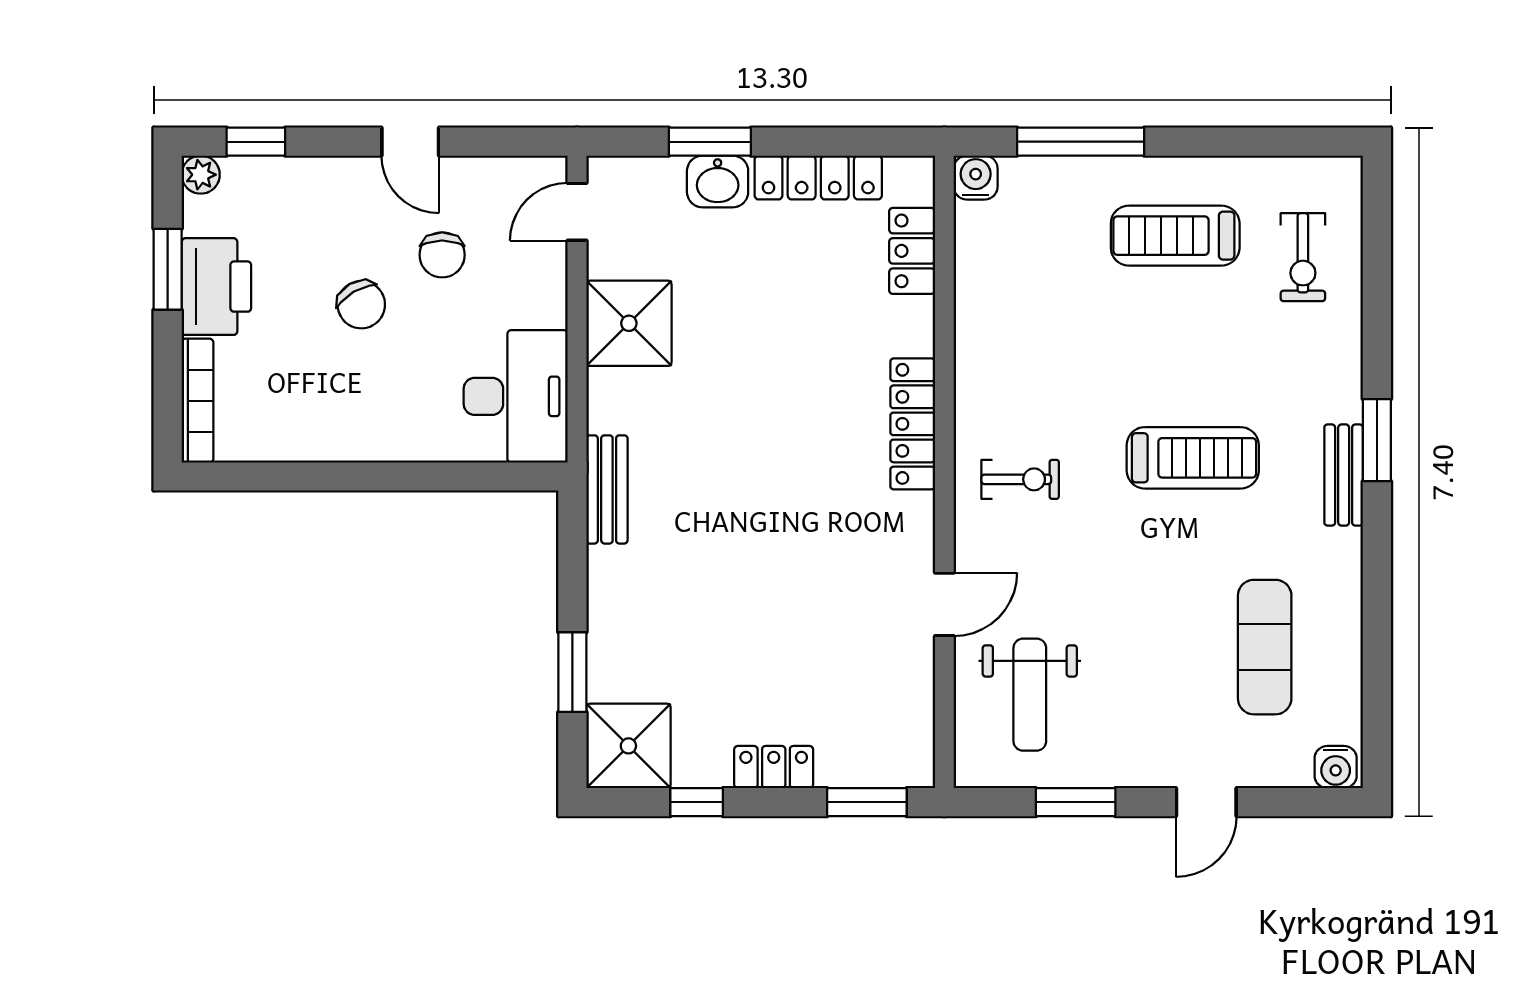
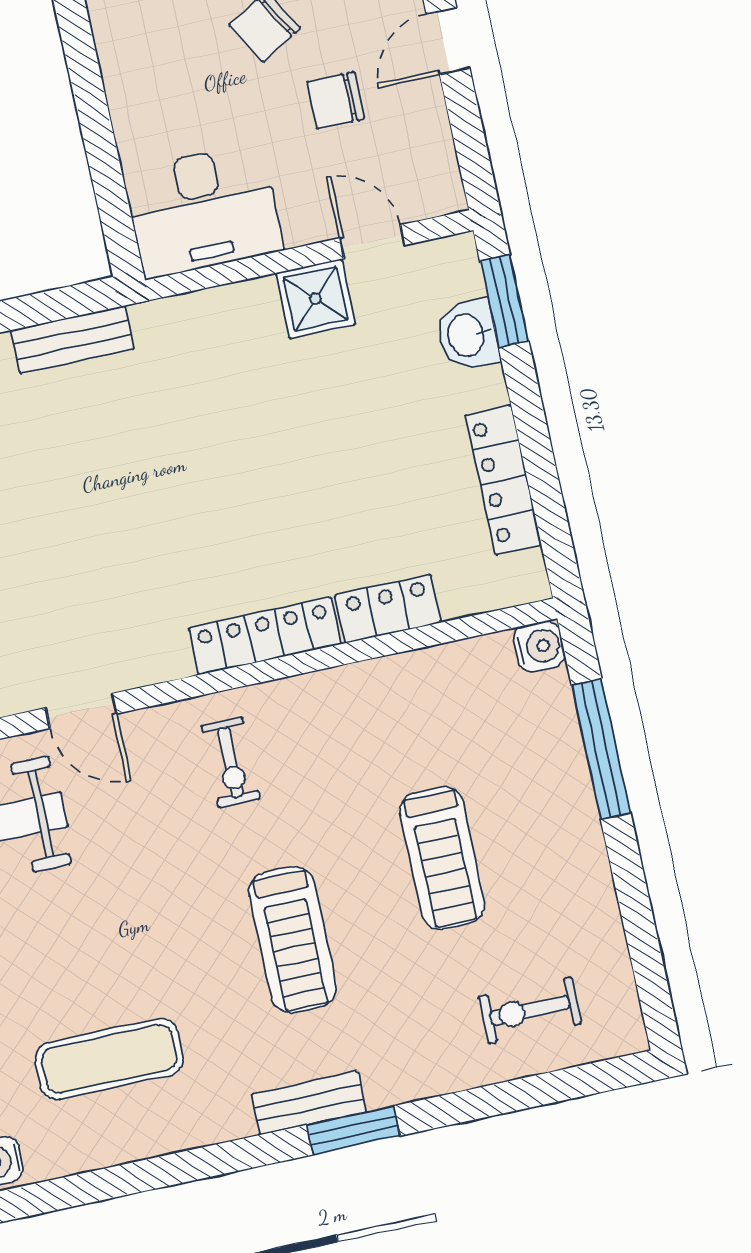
window: (710, 142) -> (504, 301), moved
washbasin: (718, 181) -> (468, 335), moved
door: (577, 212) -> (372, 242), moved
treadmill: (1175, 236) -> (442, 858), moved, turned 180
locker: (912, 251) -> (388, 609), moved
shower: (629, 323) -> (315, 299), width x0.73, depth x0.73
bench: (607, 489) -> (72, 340), moved

